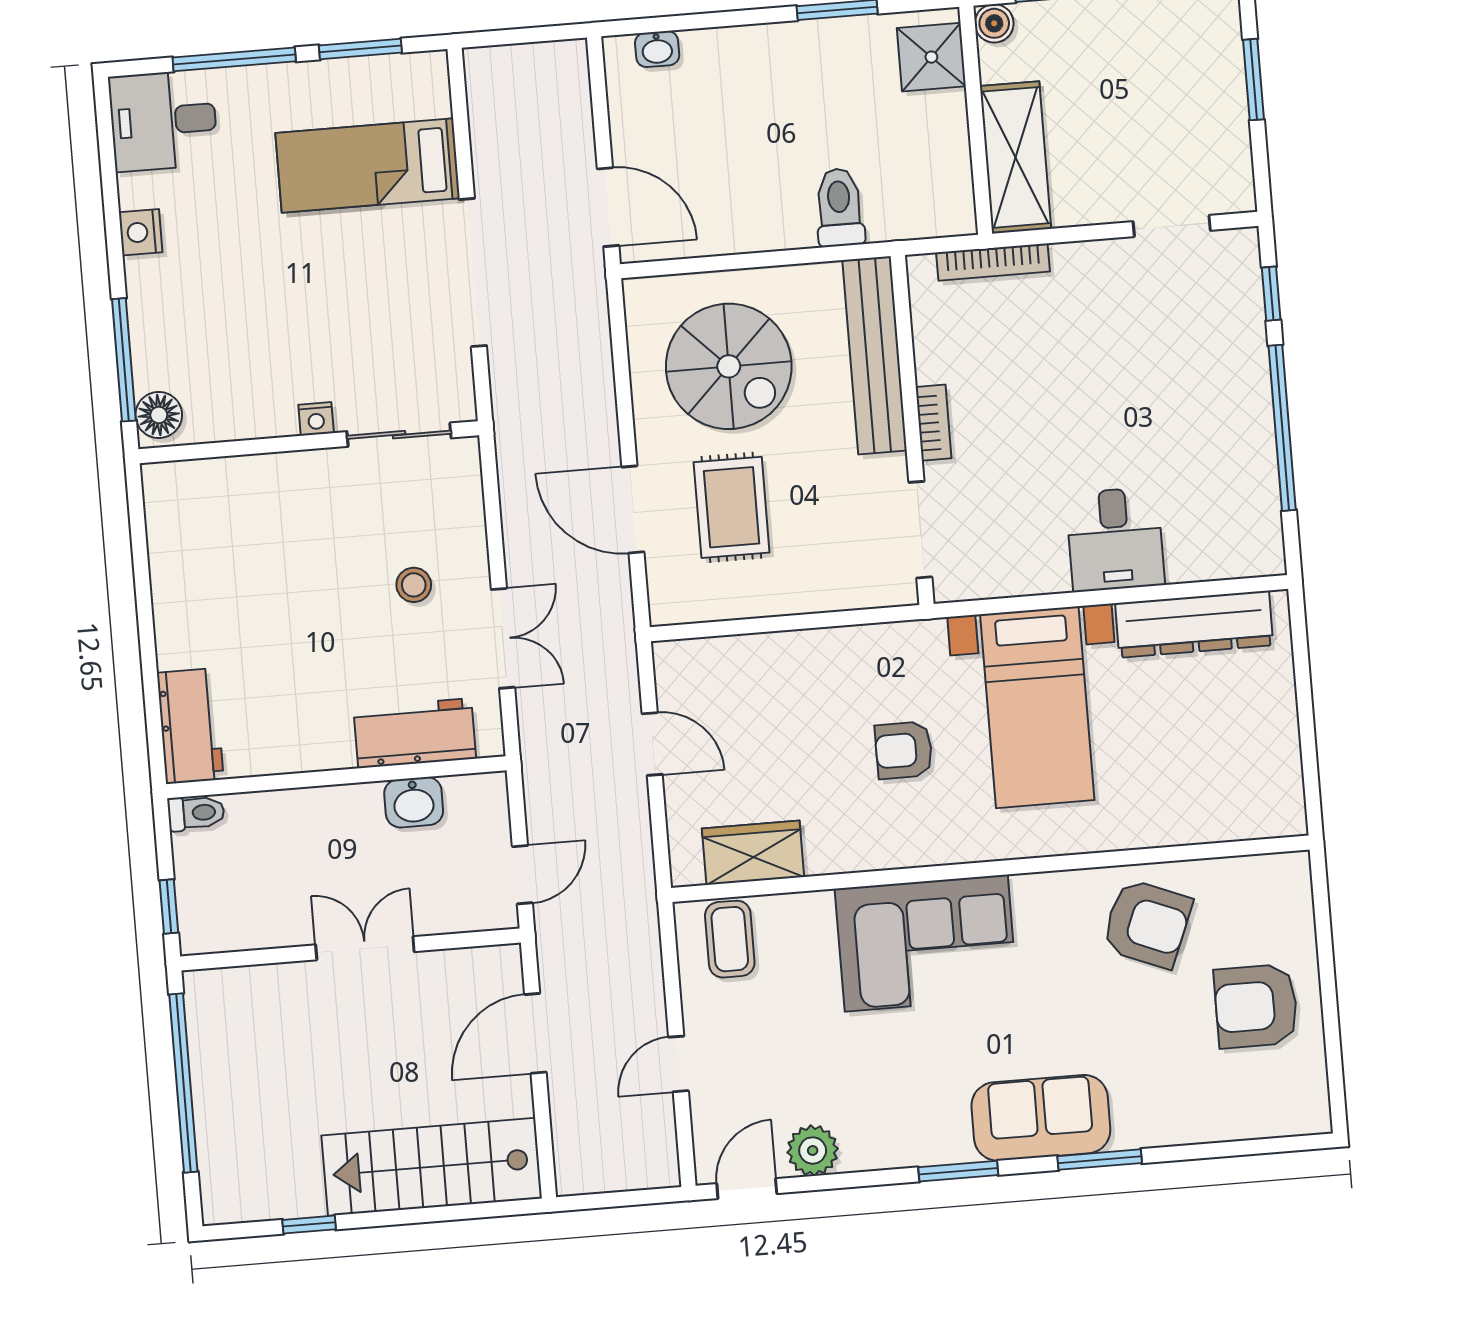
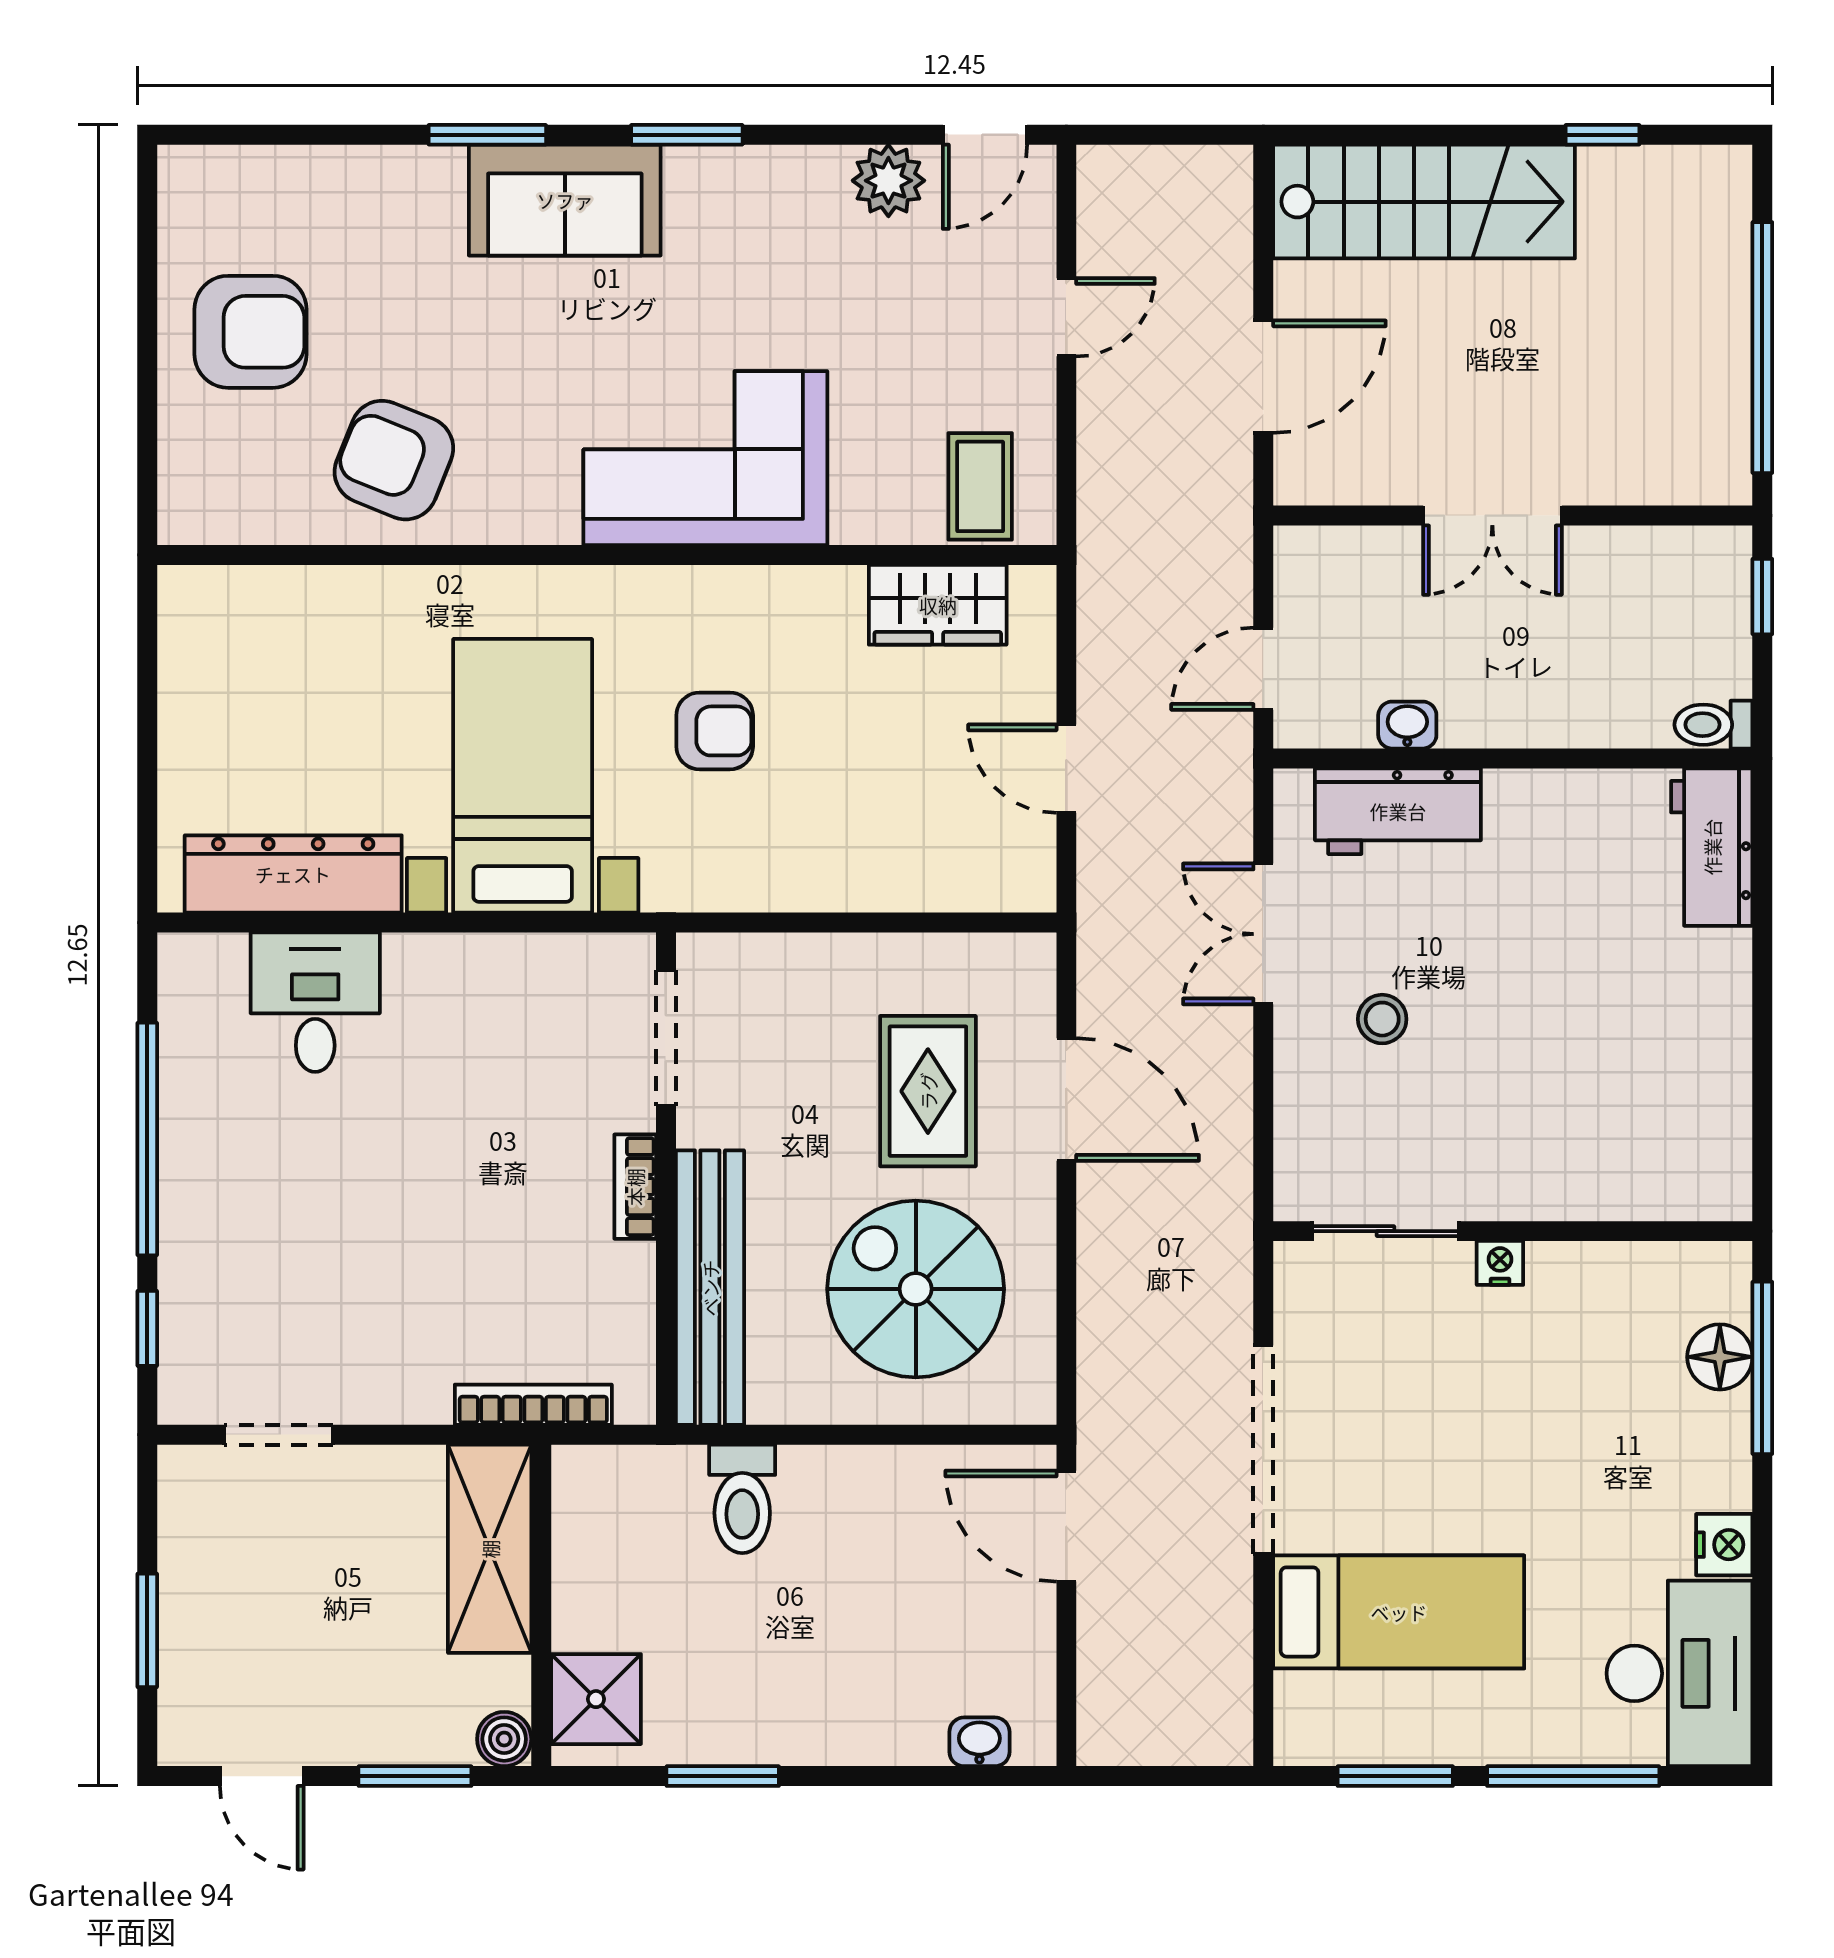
desk: (163, 121) -> (1680, 1673), width x1.37
floor lamp: (159, 415) -> (1720, 1357), moved
desk: (1115, 539) -> (315, 1002), moved
washbasin: (414, 802) -> (1407, 725), width x0.72, depth x0.69
door: (522, 875) -> (1263, 669), moved

